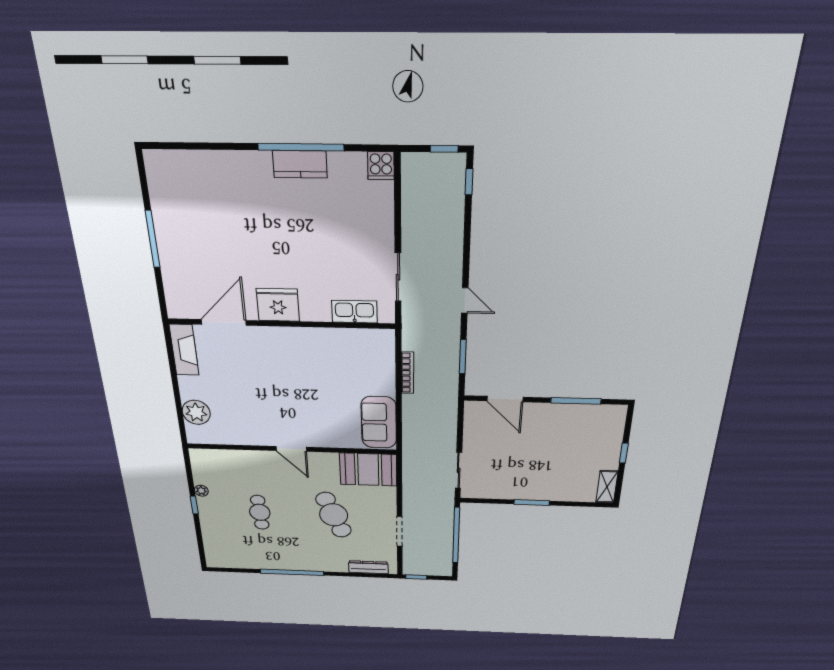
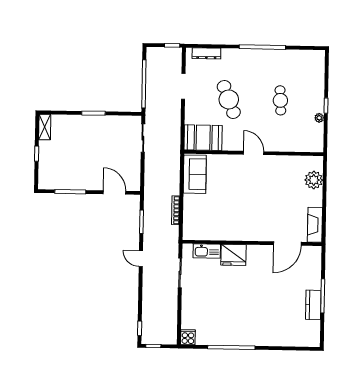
kitchen counter: (300, 164) -> (313, 305), moved, turned -90
fridge: (278, 305) -> (233, 255), moved

